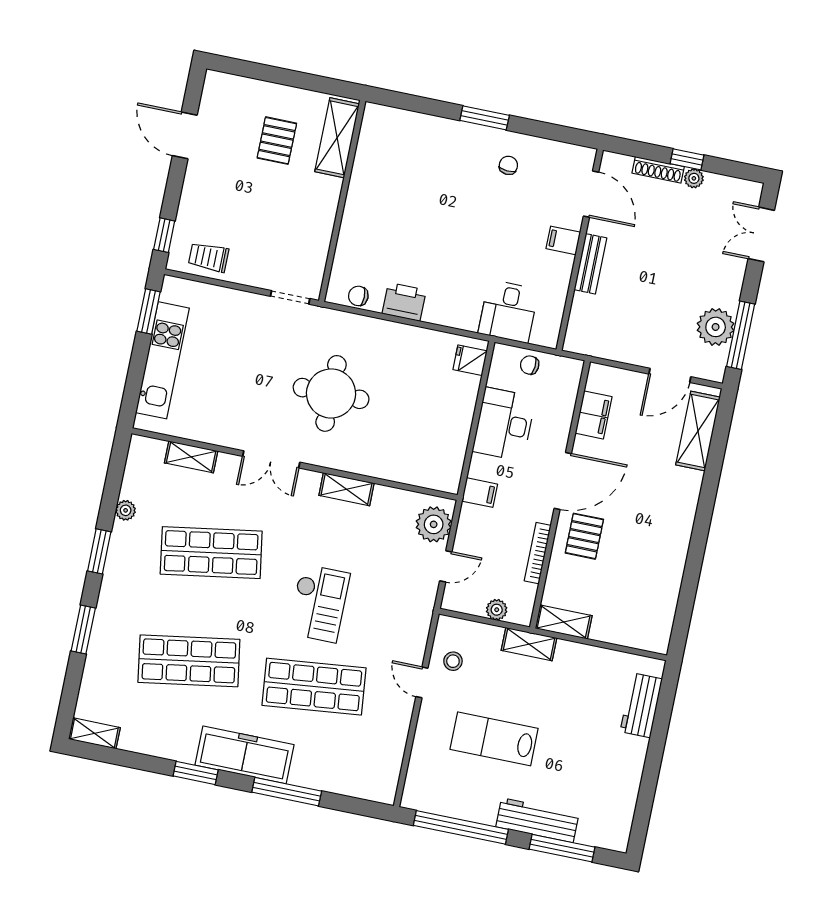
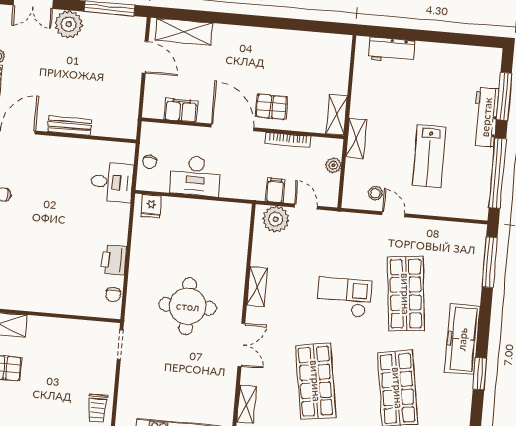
filing cabinet: (563, 240) -> (55, 148), removed
plant: (716, 327) -> (69, 24), moved
filing cabinet: (480, 493) -> (275, 190), moved
door: (422, 682) -> (393, 214), swing flipped
window: (287, 792) -> (490, 262), moved

